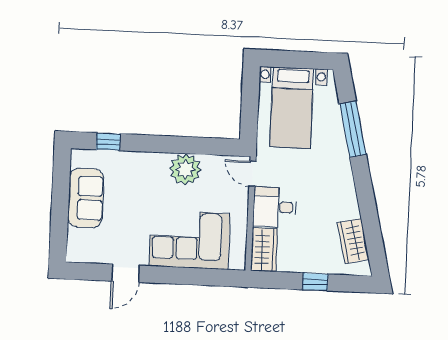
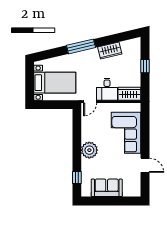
window: (353, 129) -> (81, 46), moved
plant: (185, 169) -> (89, 150), moved
wardrobe: (353, 241) -> (110, 51), moved

